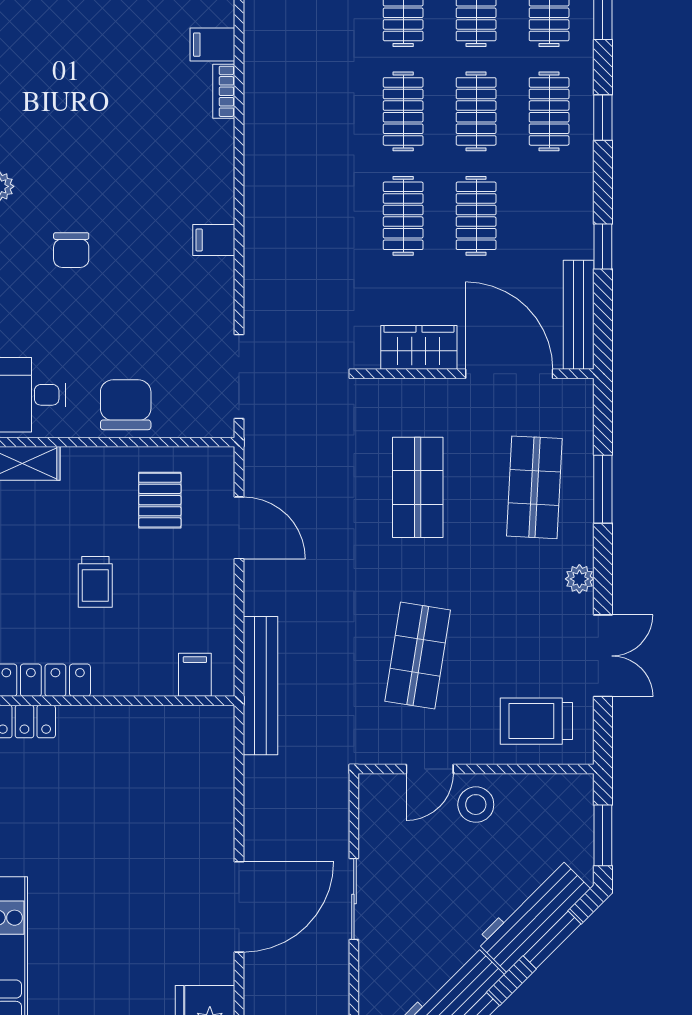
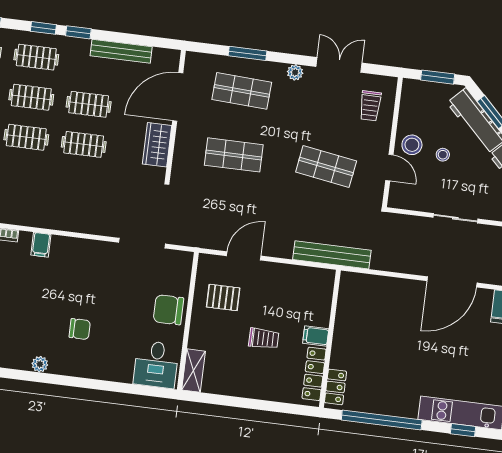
filing cabinet: (214, 240) -> (41, 245), moved
window: (603, 246) -> (78, 32), moved
bench: (579, 315) -> (121, 51), moved
doorway: (239, 376) -> (142, 243), moved
filing cabinet: (195, 675) -> (316, 336), moved
trolley: (536, 721) -> (370, 106), width x0.73, depth x0.72
stool: (465, 862) -> (443, 155), added
door: (239, 907) -> (452, 282), swing flipped

